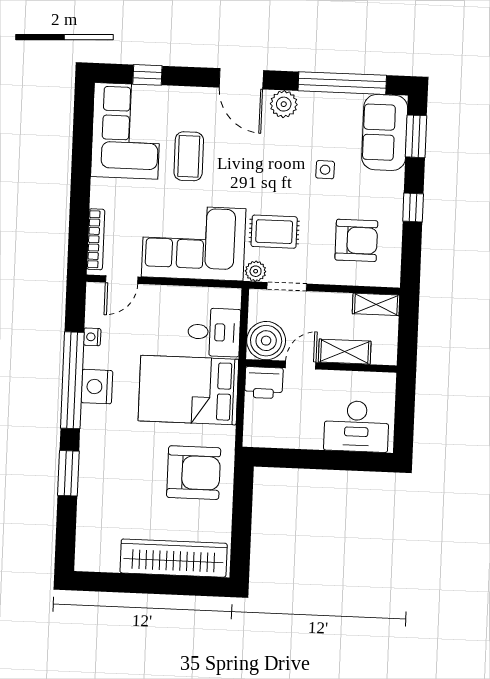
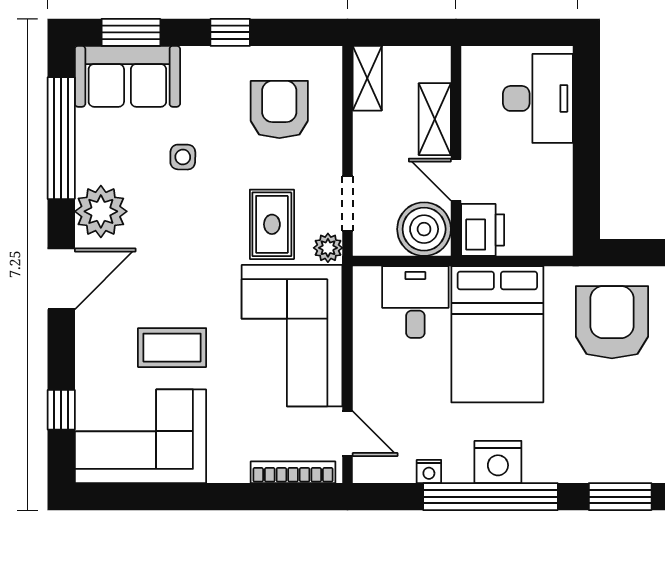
plant: (284, 104) -> (101, 211), width x1.36, depth x1.36

